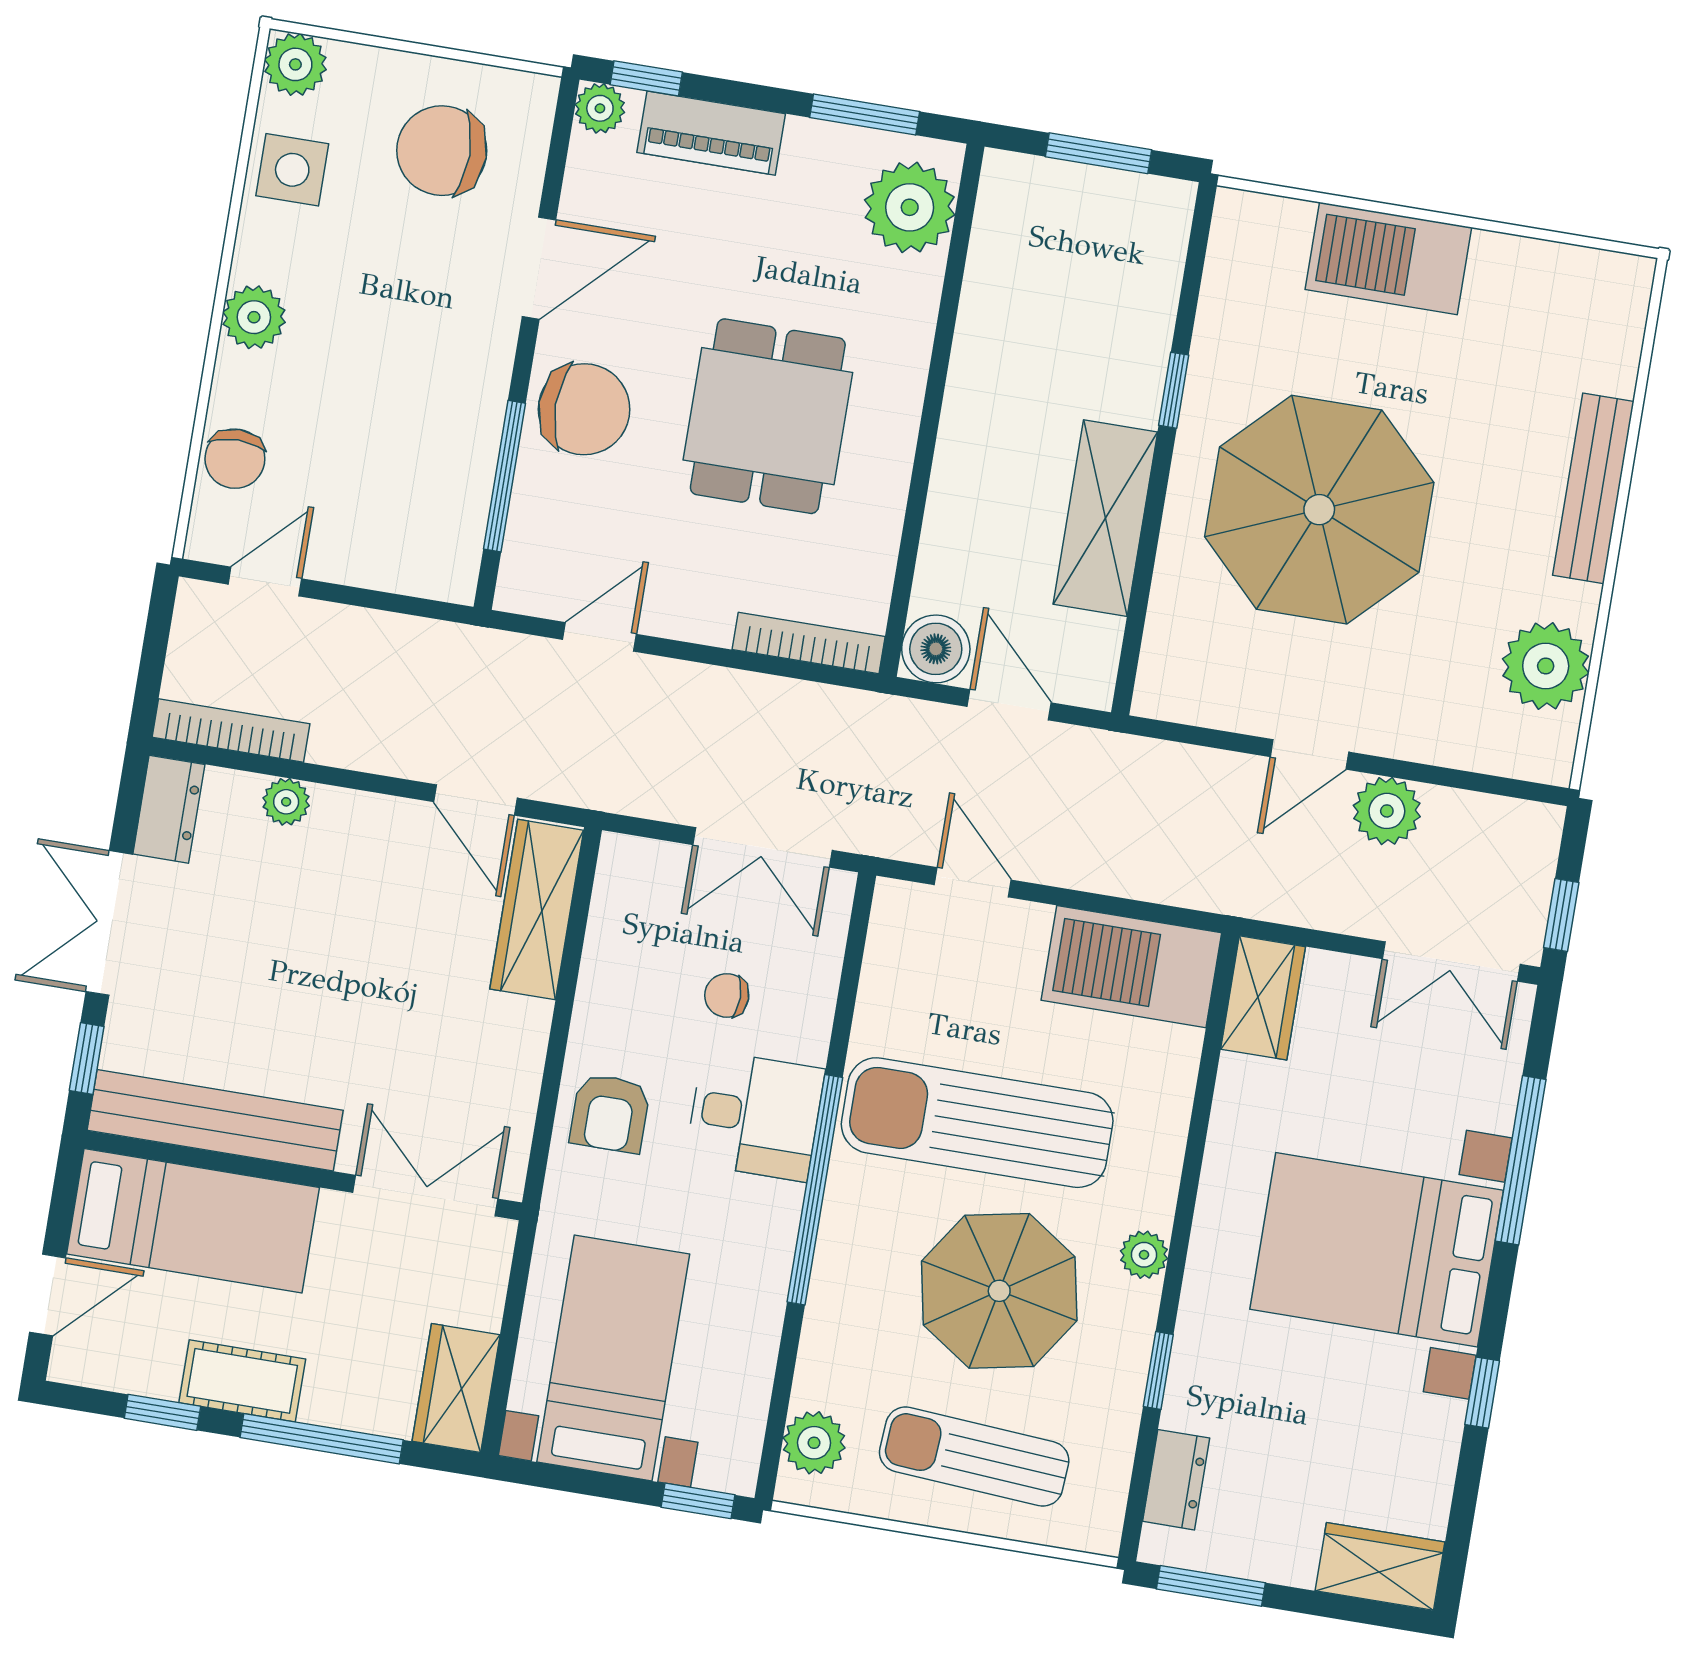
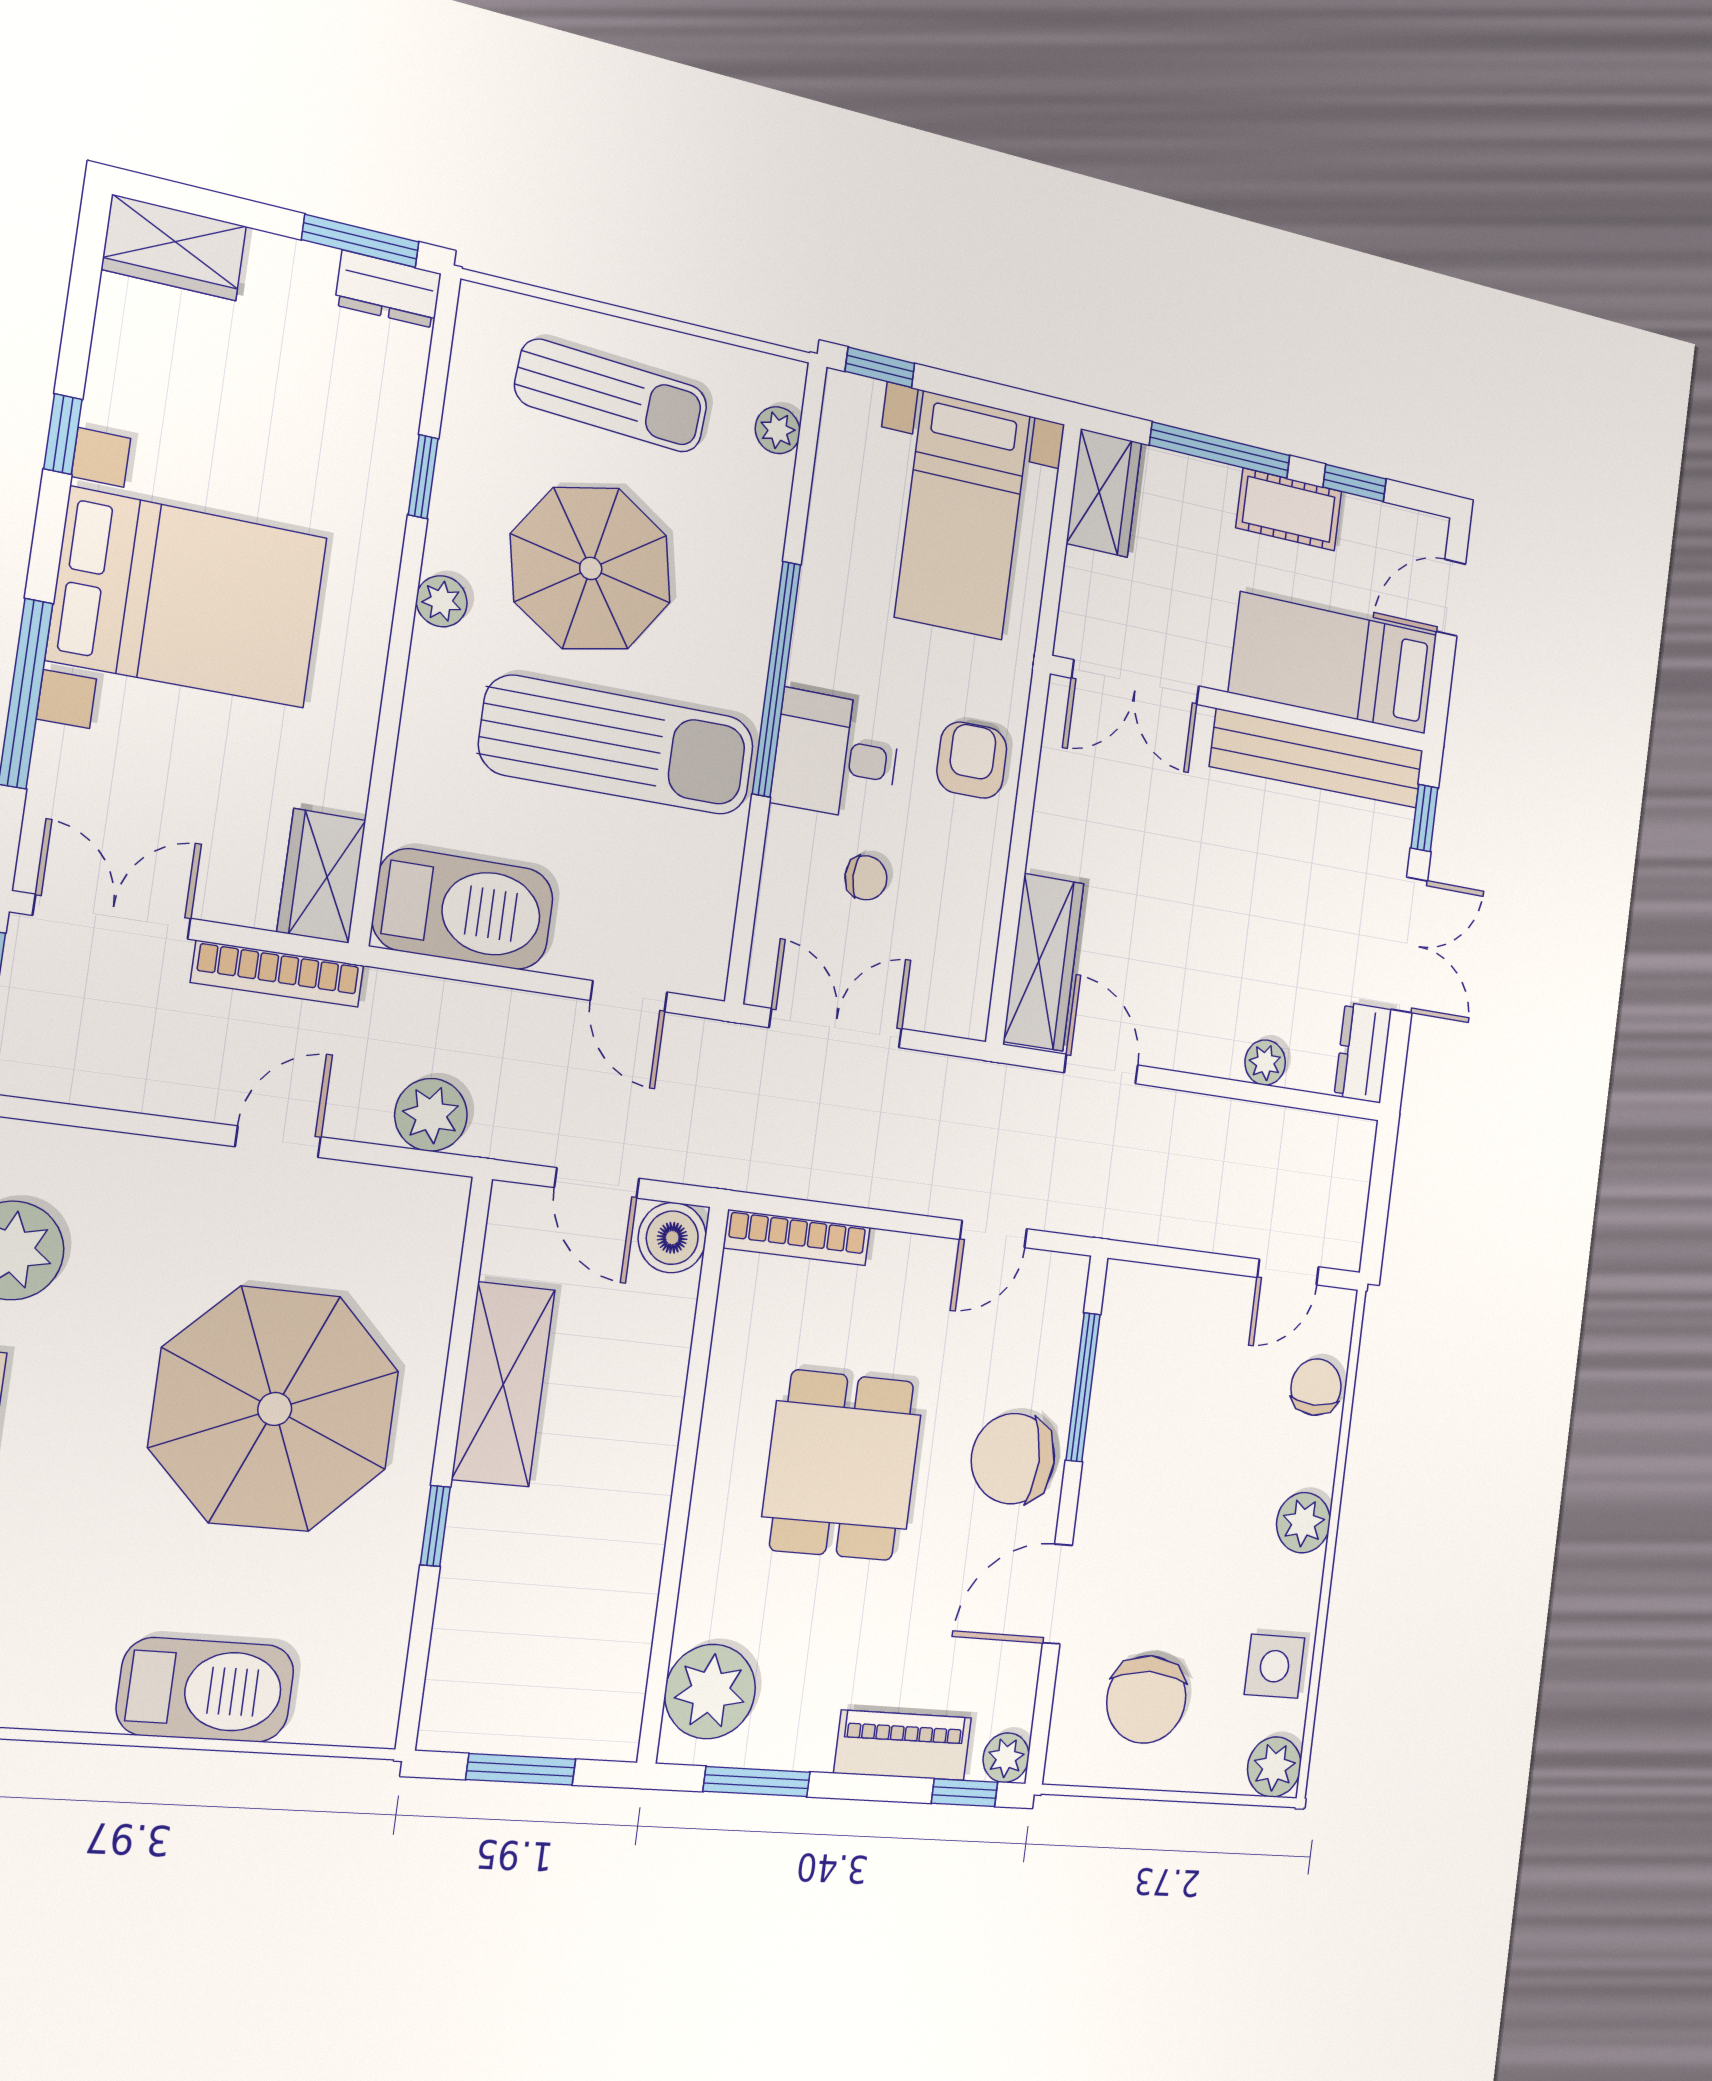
chair: (442, 151) -> (1146, 1699), turned 90
bookcase: (231, 730) -> (278, 974), moved
plant: (1387, 811) -> (431, 1115), moved
plant: (814, 1443) -> (778, 430), width x0.73, depth x0.73
dresser: (1176, 1480) -> (388, 289), moved, turned -90

